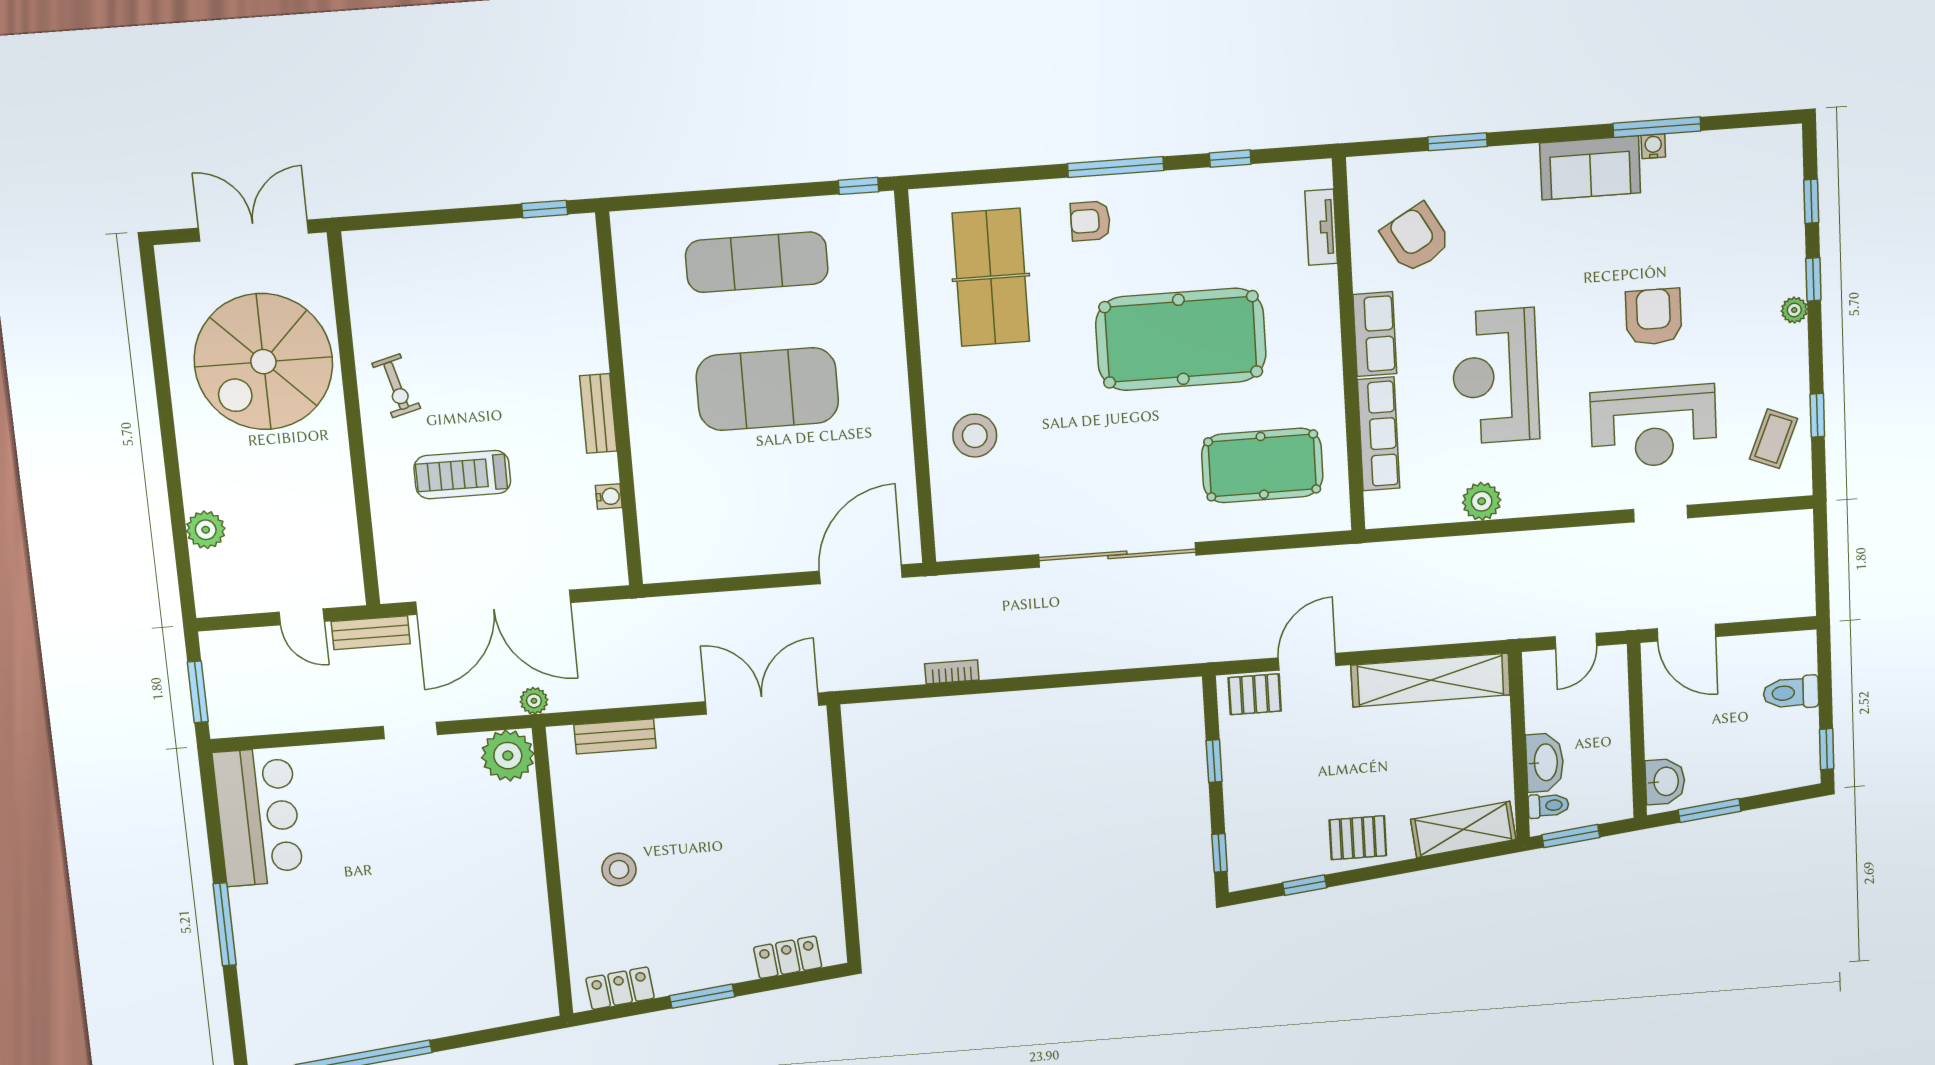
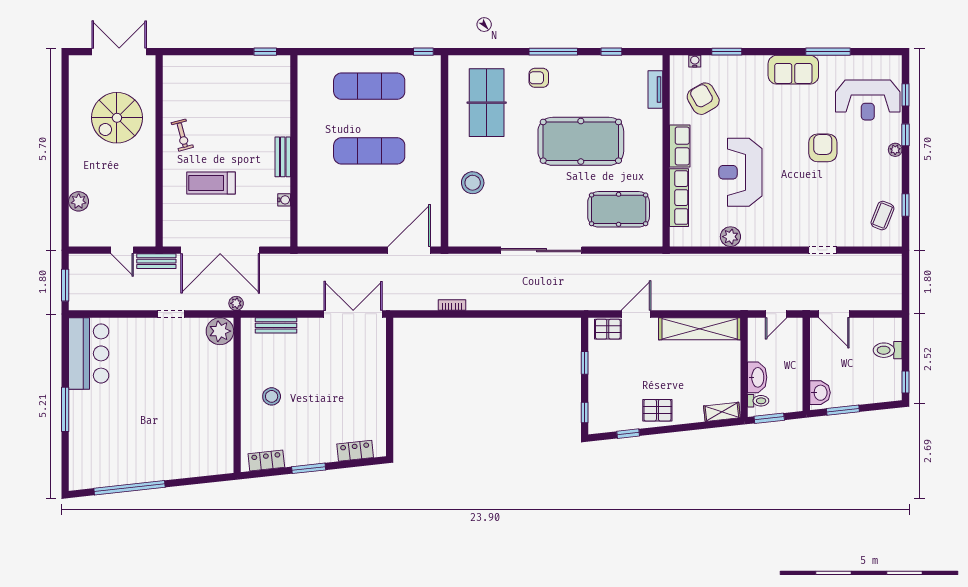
water cooler: (1653, 146) -> (695, 61), moved
spiral stairs: (263, 362) -> (117, 118), width x0.73, depth x0.73
exercise mat: (767, 389) -> (369, 151), width x0.68
reception desk: (1654, 427) -> (868, 100), moved
shelving: (1463, 830) -> (722, 412), width x0.67, depth x0.75

